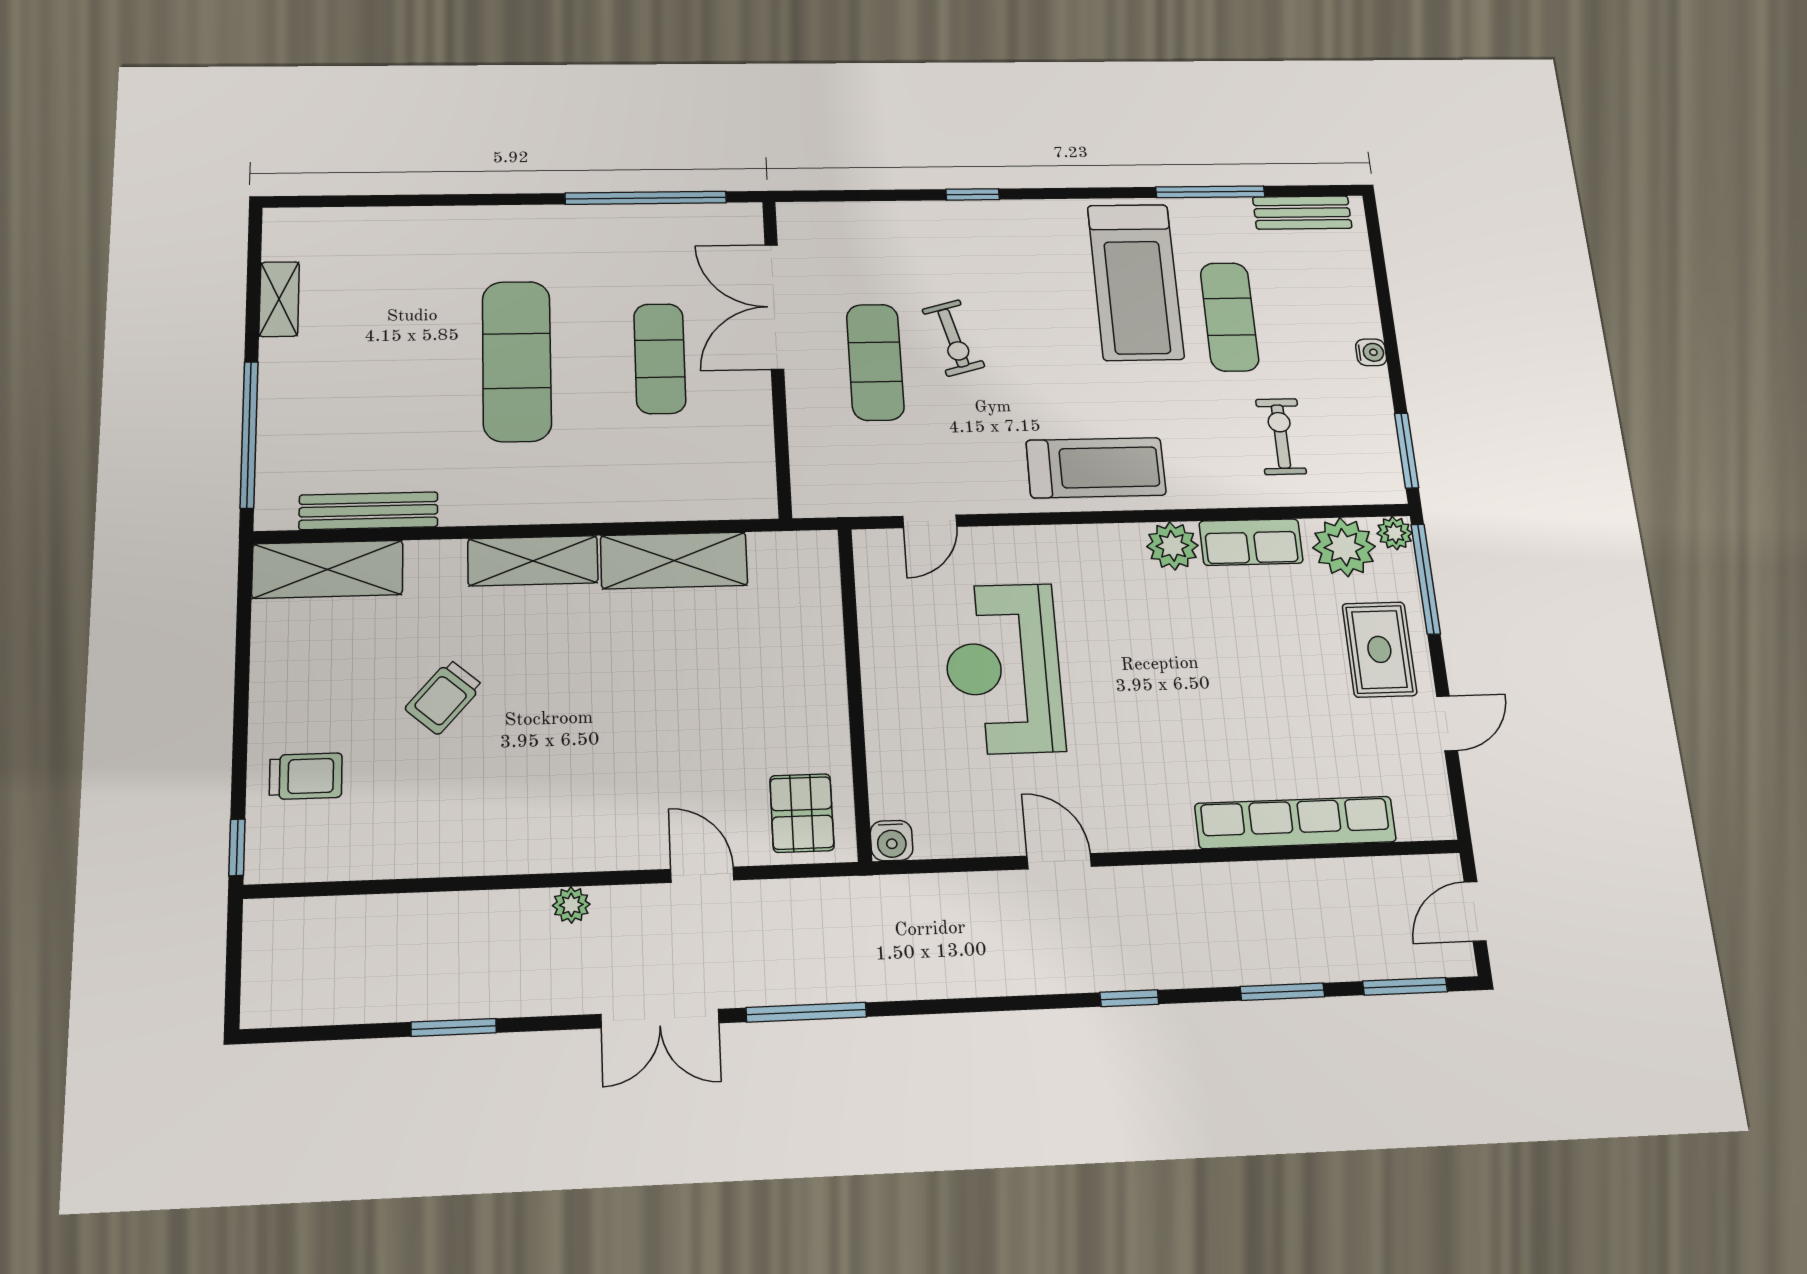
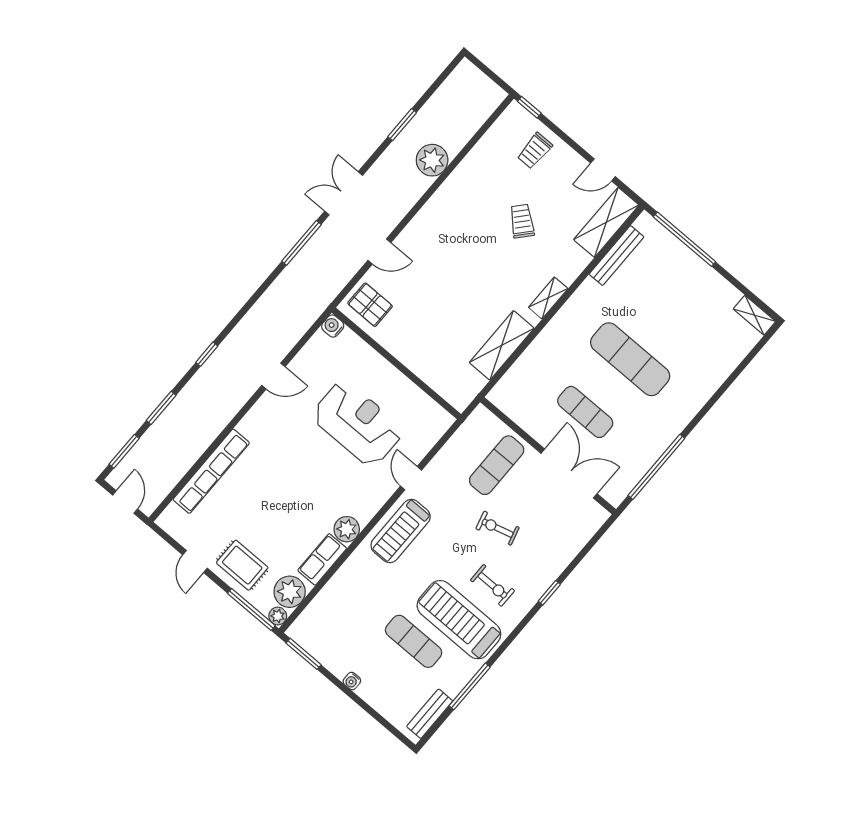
shelving: (279, 299) -> (754, 315), moved
exercise mat: (875, 362) -> (497, 465), moved, turned 90
exercise bike: (1281, 436) -> (492, 585), moved
door: (930, 521) -> (411, 478), moved
shelving: (533, 561) -> (548, 298), width x0.67, depth x0.75
door: (243, 645) -> (603, 170), added
plant: (571, 905) -> (432, 160), moved, width x1.87, depth x1.87

